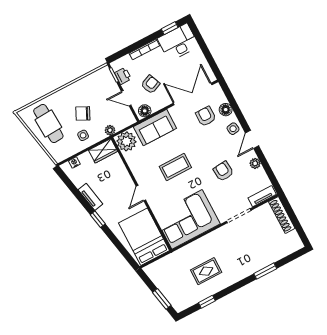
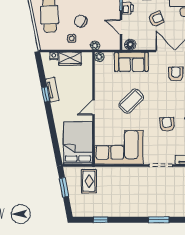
armchair: (151, 84) -> (156, 19), moved
plant: (126, 141) -> (99, 57), width x0.53, depth x0.53
wardrobe: (103, 151) -> (70, 59), moved
coffee table: (175, 167) -> (131, 101), turned -45
window: (98, 219) -> (46, 94), moved
rug: (206, 271) -> (89, 181), moved, turned 90
window: (162, 299) -> (64, 187), moved

